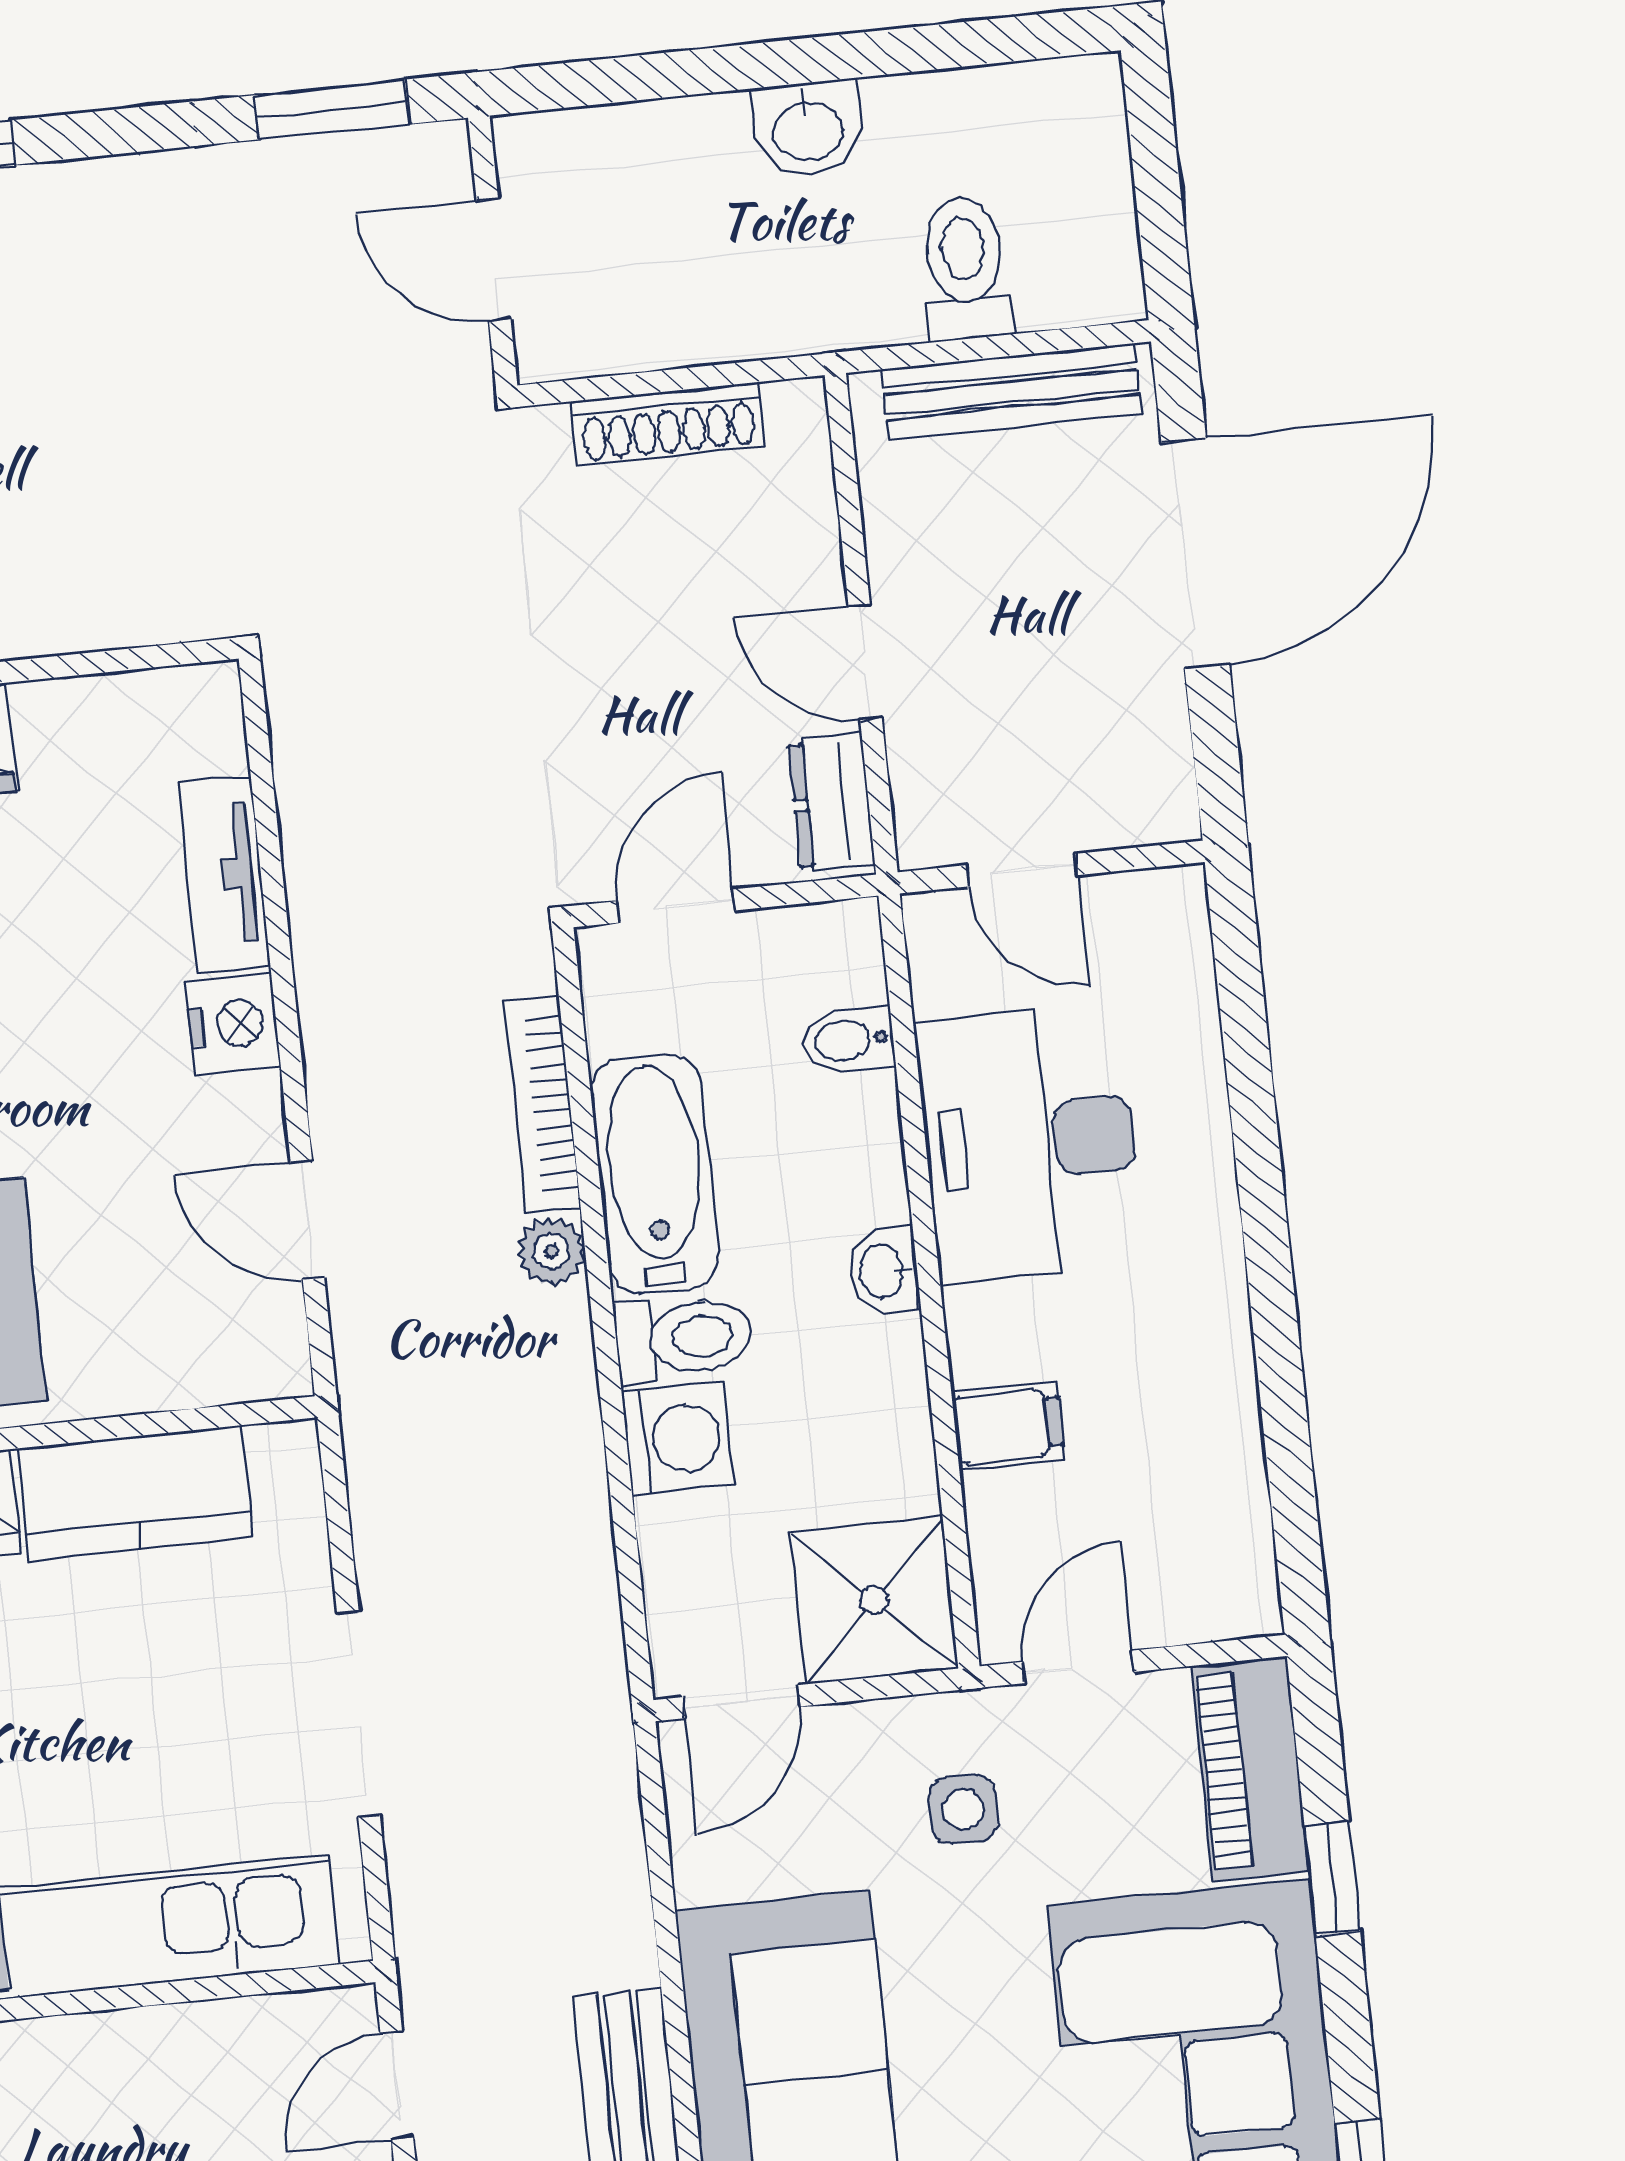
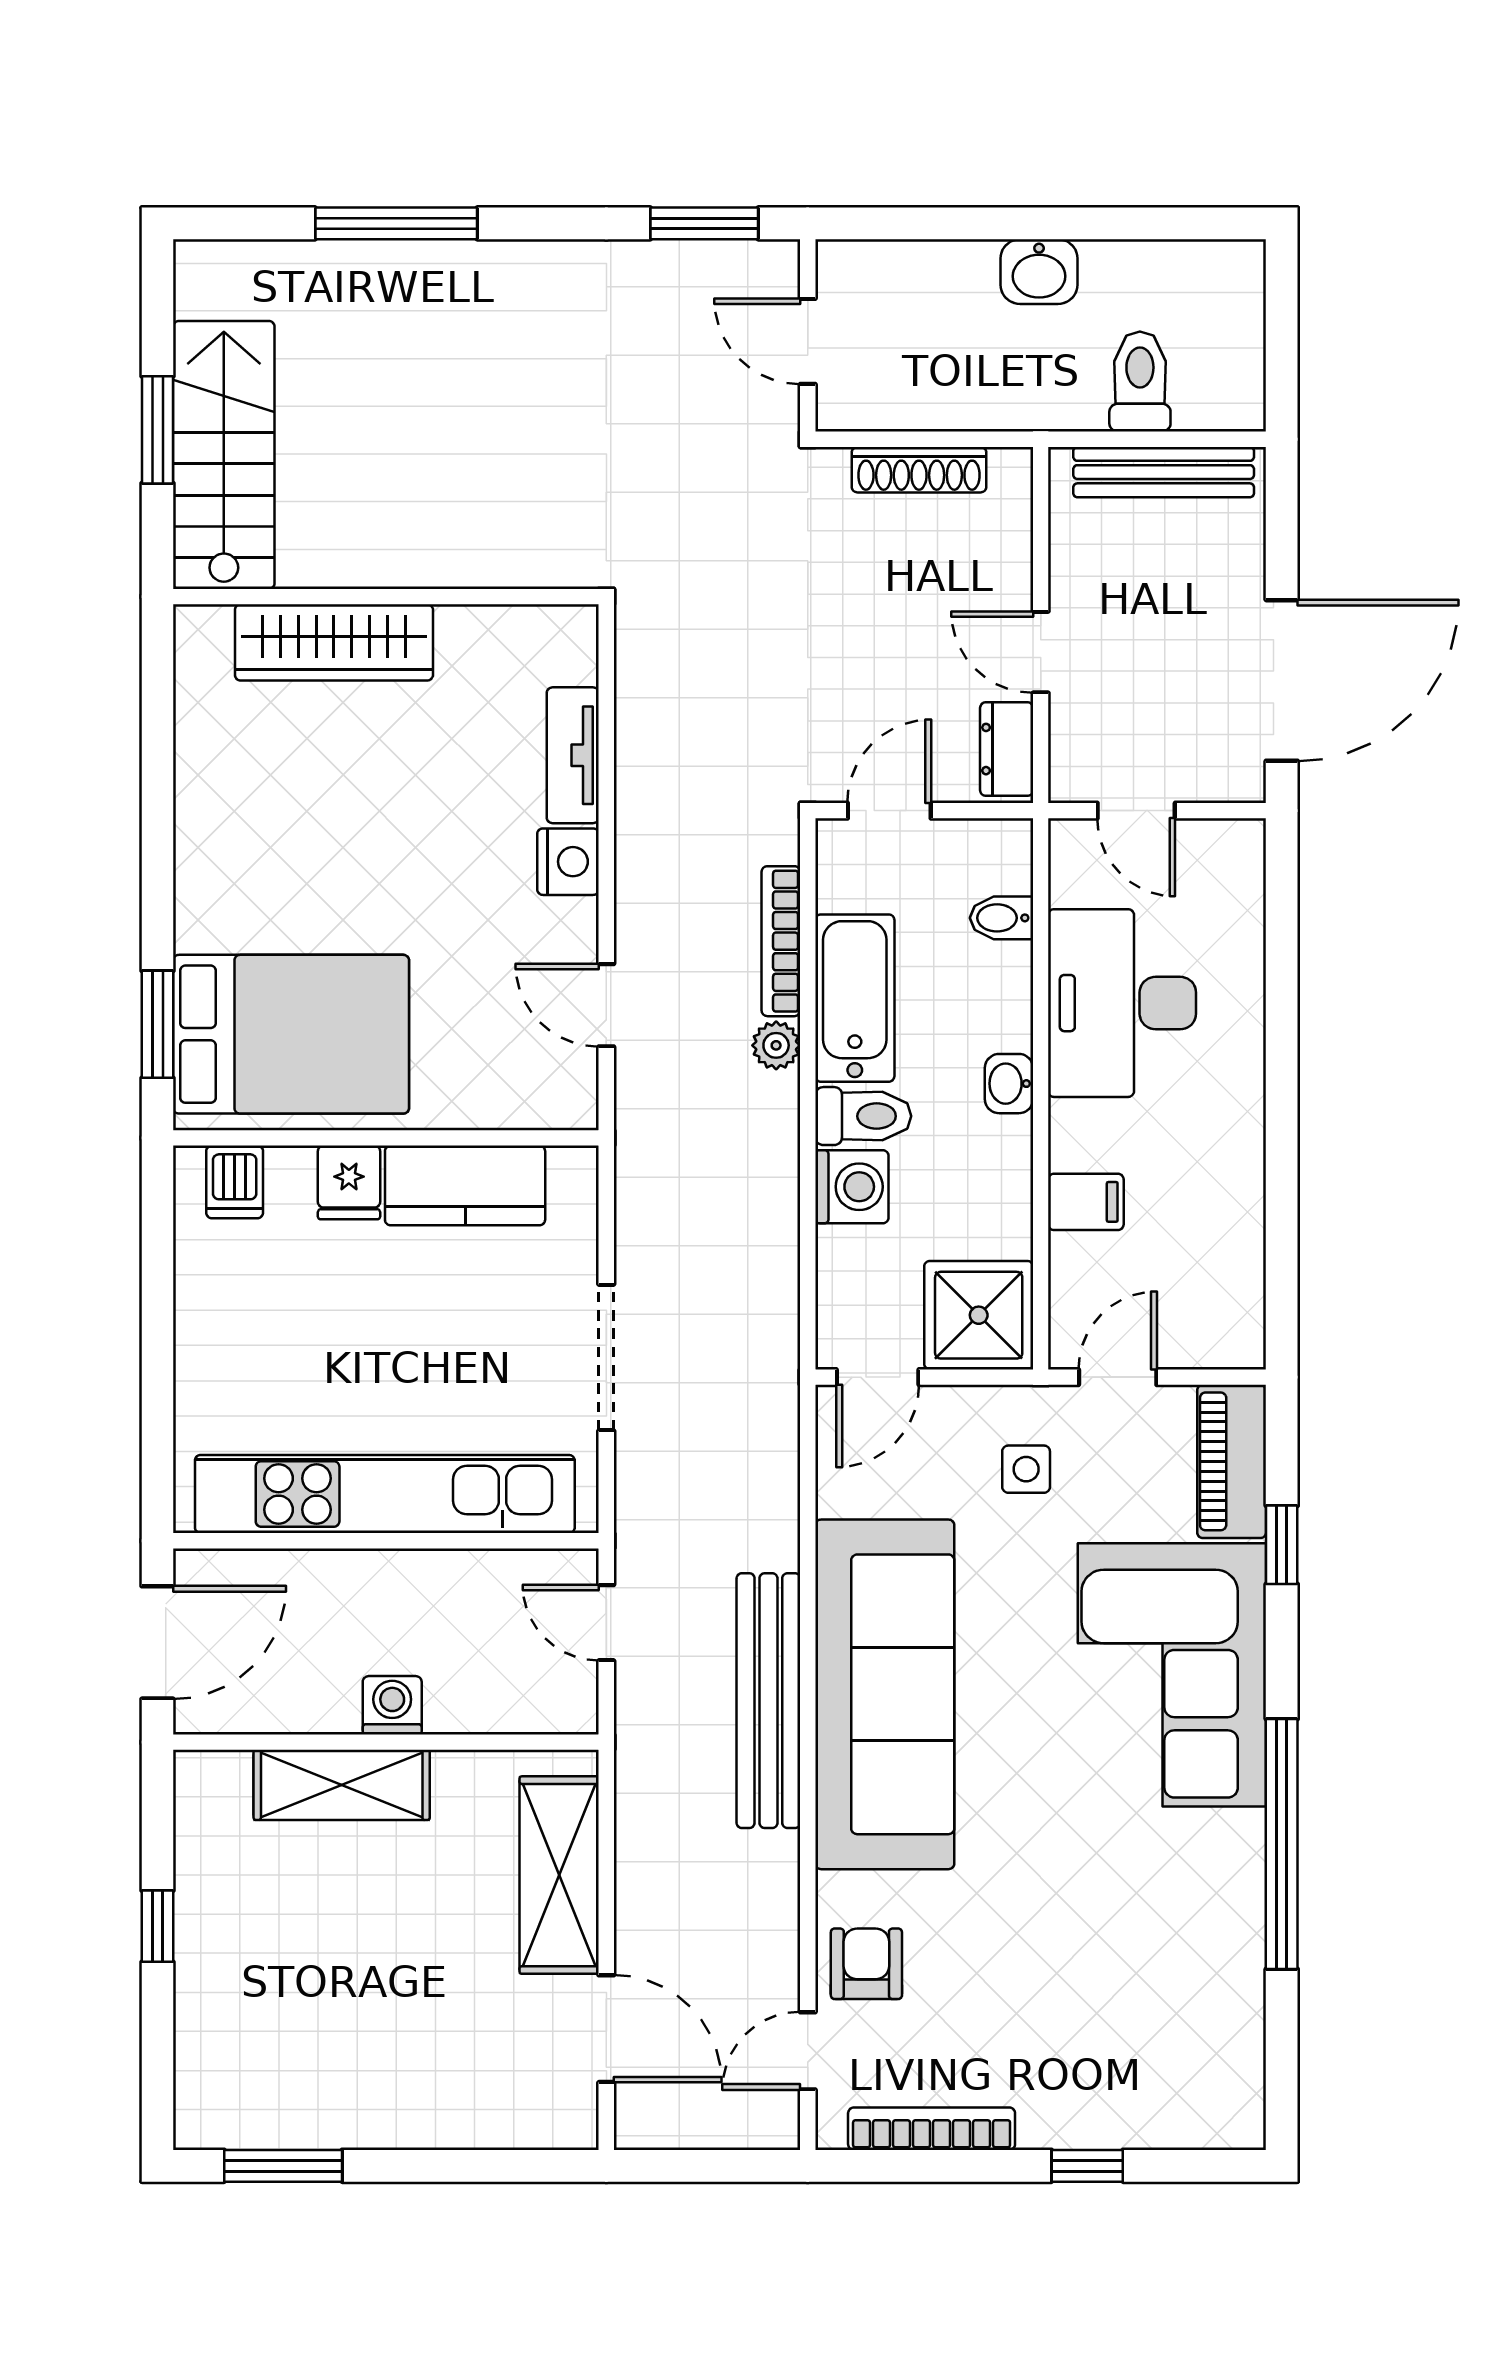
door: (1195, 554) -> (1282, 680), moved
door: (397, 2085) -> (606, 1623), hinge flipped

